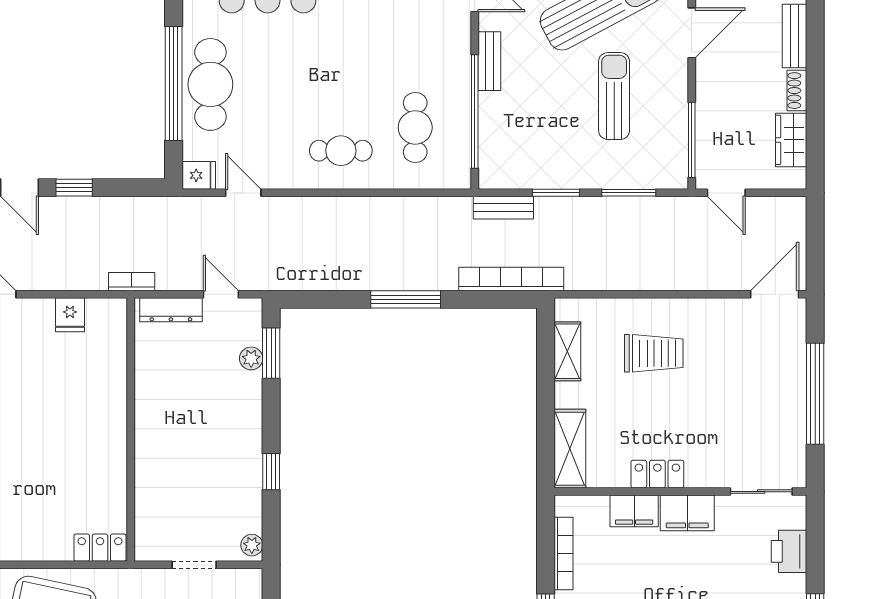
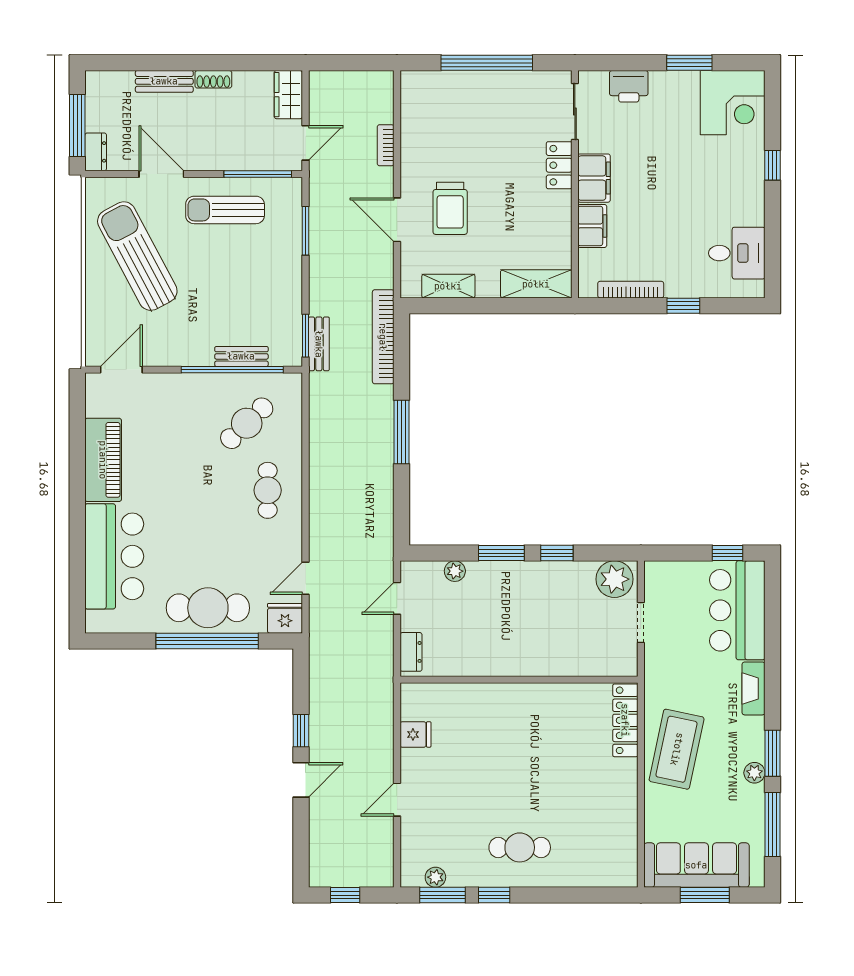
bench: (489, 61) -> (241, 356), moved
sun lounger: (614, 96) -> (225, 210), moved
cafe table: (415, 127) -> (247, 423), turned -44
wardrobe: (791, 140) -> (288, 95), moved, turned 90
fridge: (199, 175) -> (285, 618), width x1.38
window: (556, 193) -> (306, 336), moved
bookcase: (132, 282) -> (386, 145), moved
door: (775, 294) -> (397, 220), moved
dresser: (171, 310) -> (411, 652), width x0.70
window: (271, 353) -> (501, 553), moved
trolley: (654, 353) -> (450, 208), turned 180
locker: (657, 474) -> (559, 165), moved
plant: (252, 545) -> (614, 579), width x1.88, depth x1.88
locker: (100, 548) -> (625, 720), width x1.53

